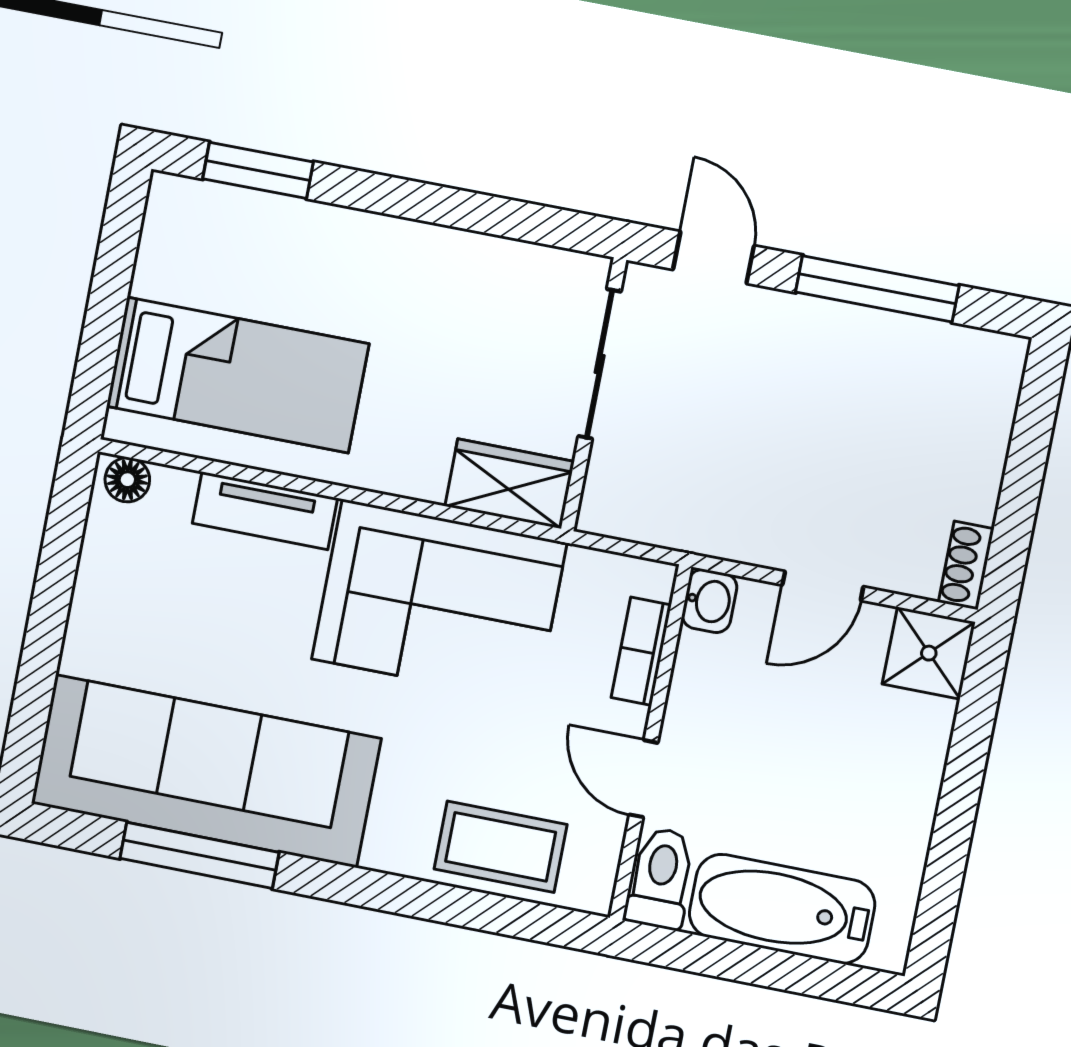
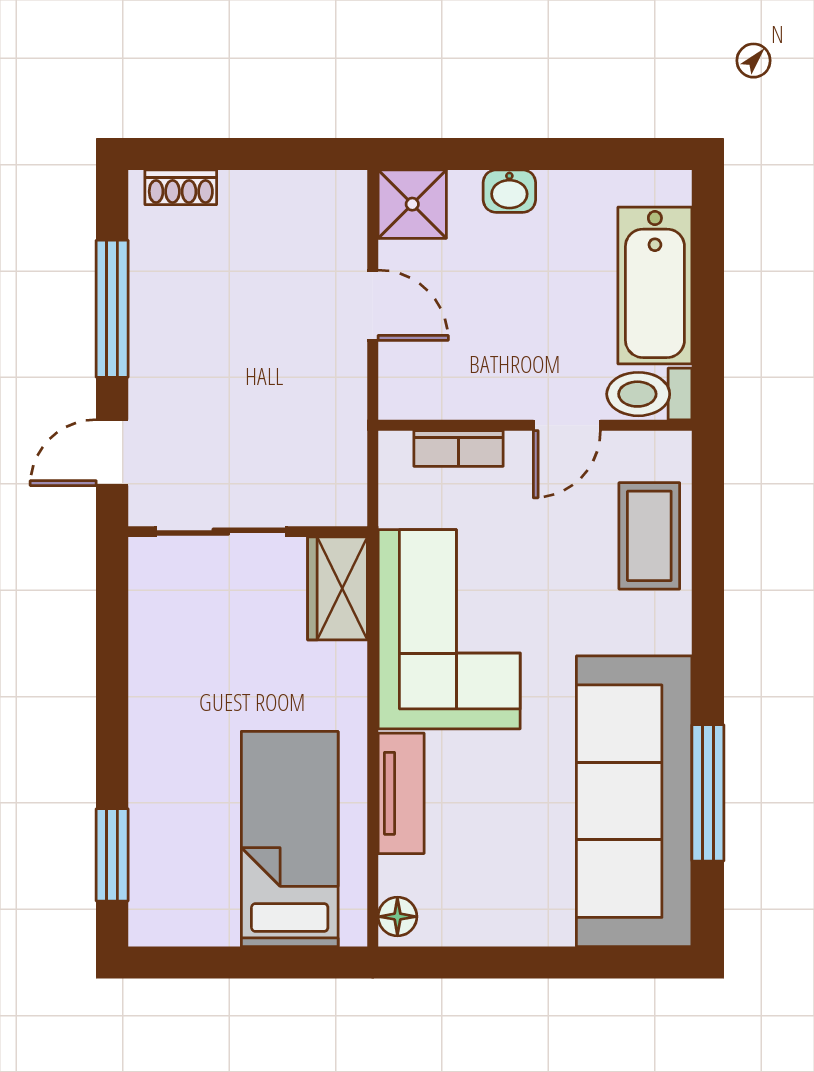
shoe rack: (966, 565) -> (181, 187), moved
washbasin: (709, 601) -> (509, 191), moved, turned 180

